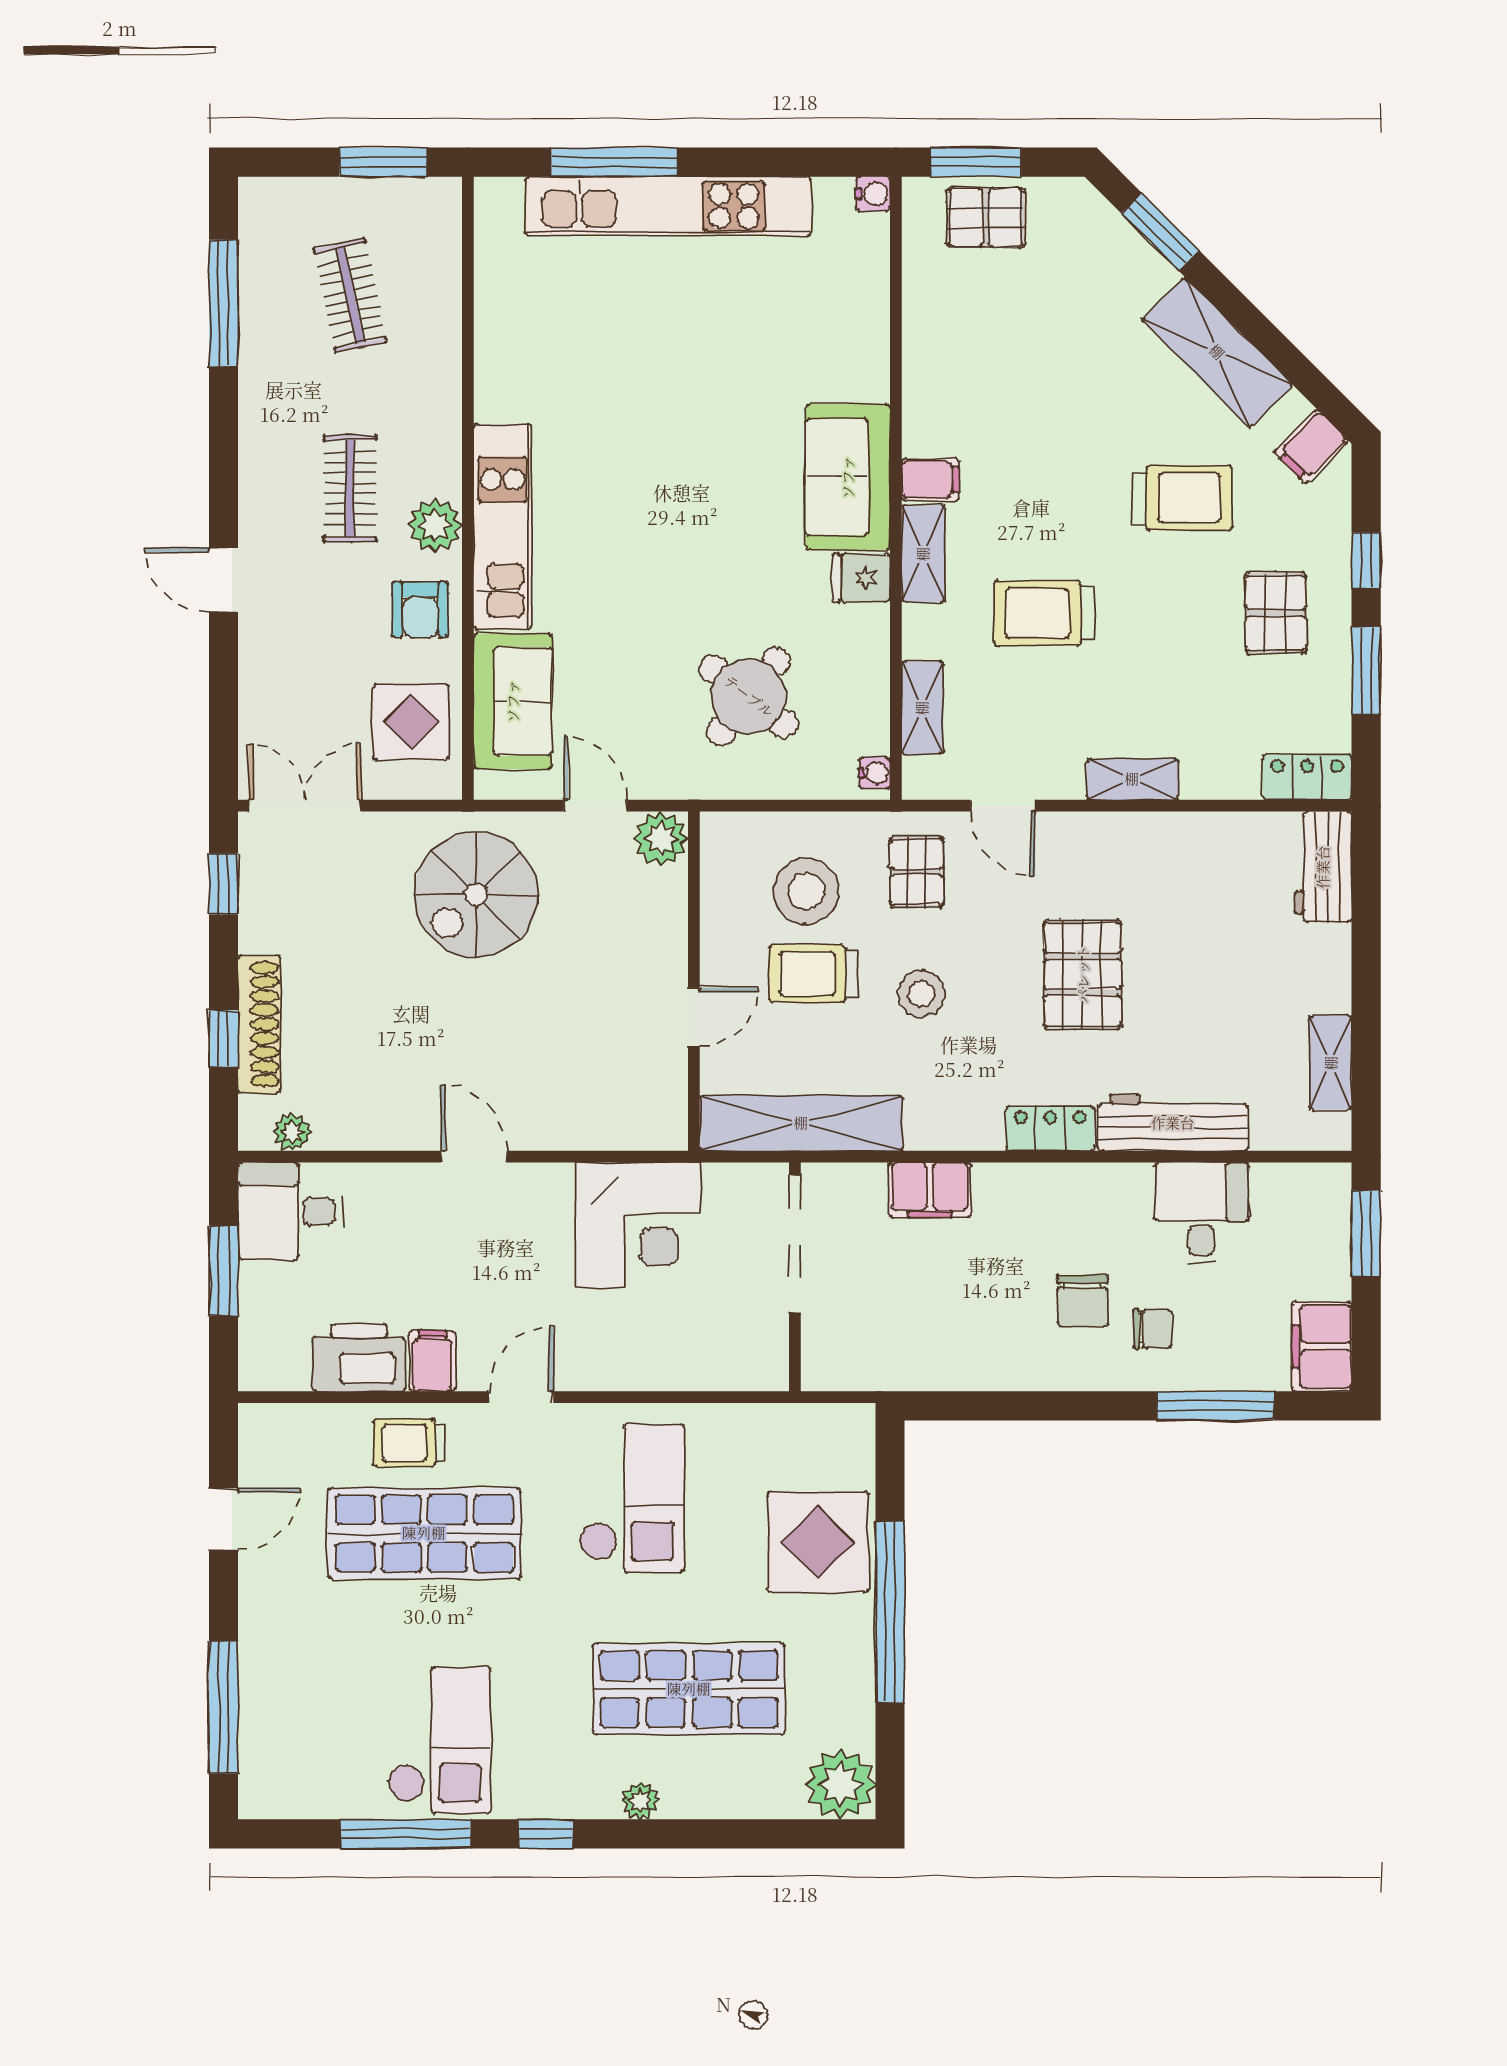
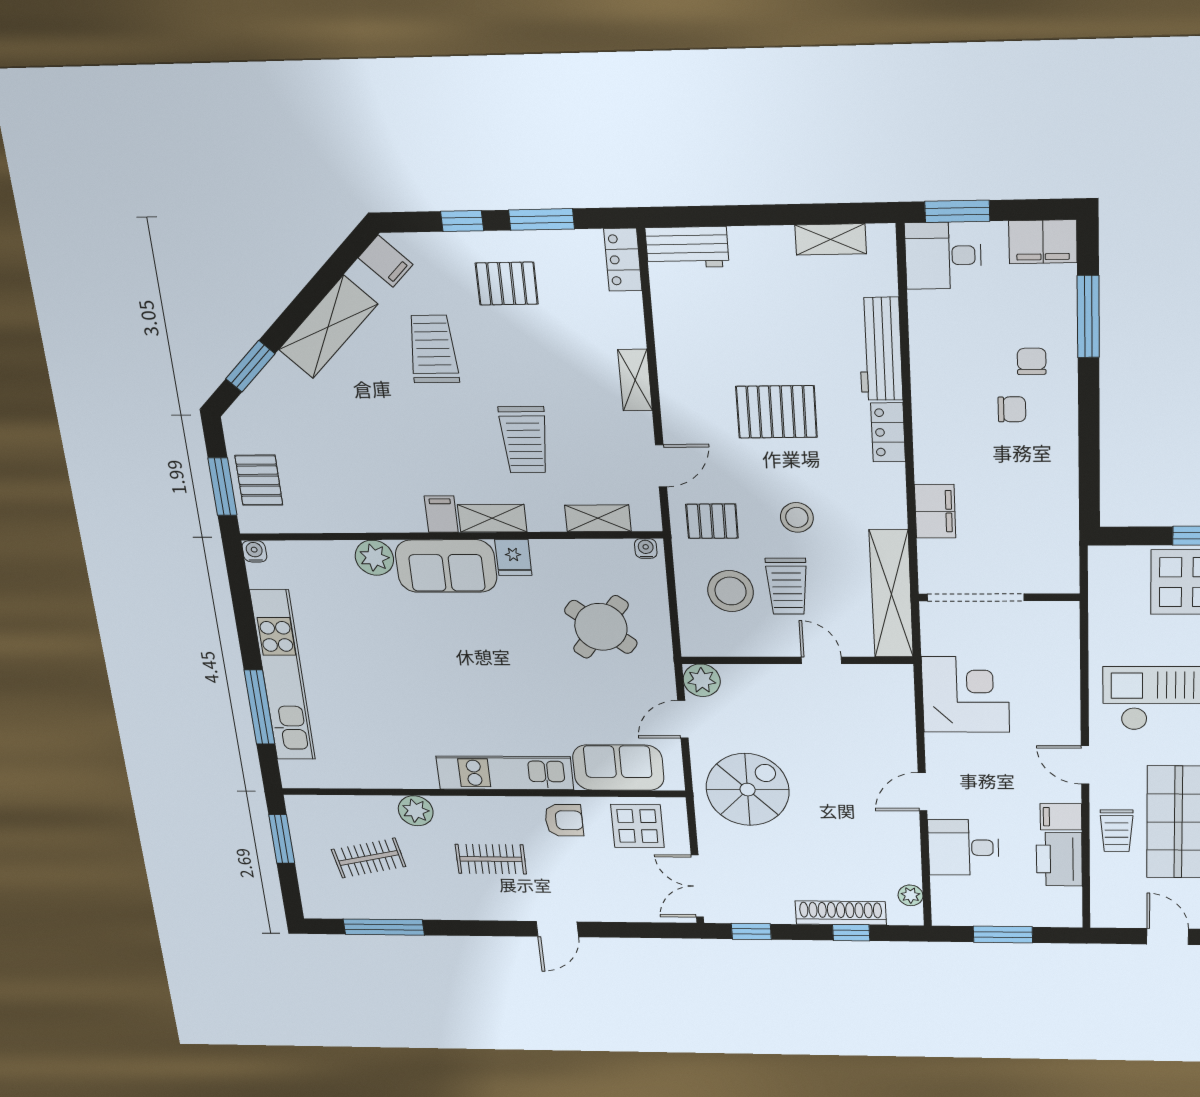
plant: (862, 372) -> (374, 558), added
plant: (435, 525) -> (416, 811), moved
spiral stairs: (476, 895) -> (748, 790), turned -90
desk: (290, 1211) -> (963, 848), moved, turned 90
desk: (1202, 1213) -> (943, 256), moved
chair: (1083, 1301) -> (1012, 409), width x0.73, depth x0.73

